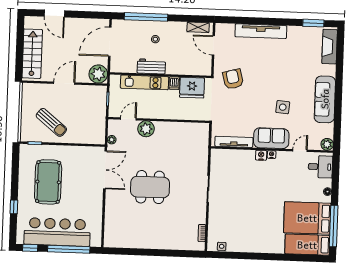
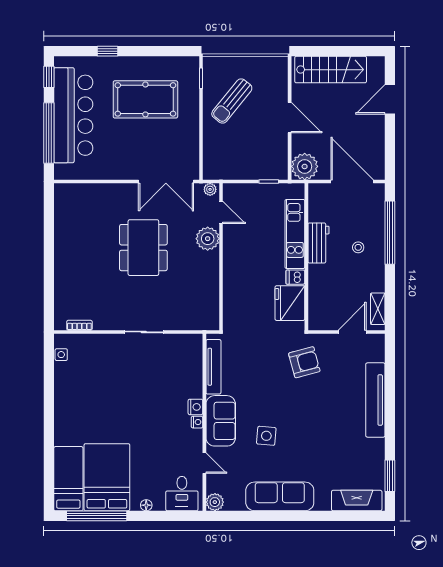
door: (128, 119) -> (221, 212), moved
wall: (159, 120) -> (221, 257), moved
plant: (146, 129) -> (208, 239), moved

